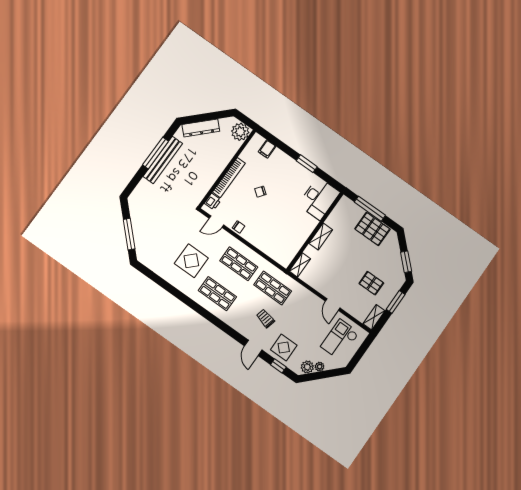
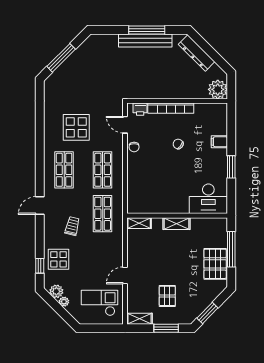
filing cabinet: (267, 149) -> (219, 142), moved
door: (253, 348) -> (40, 205), moved

